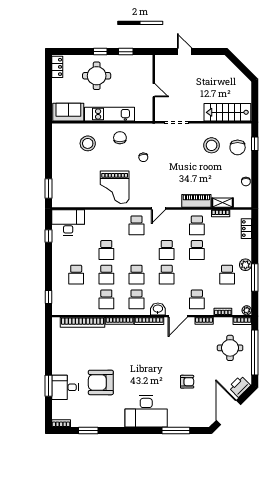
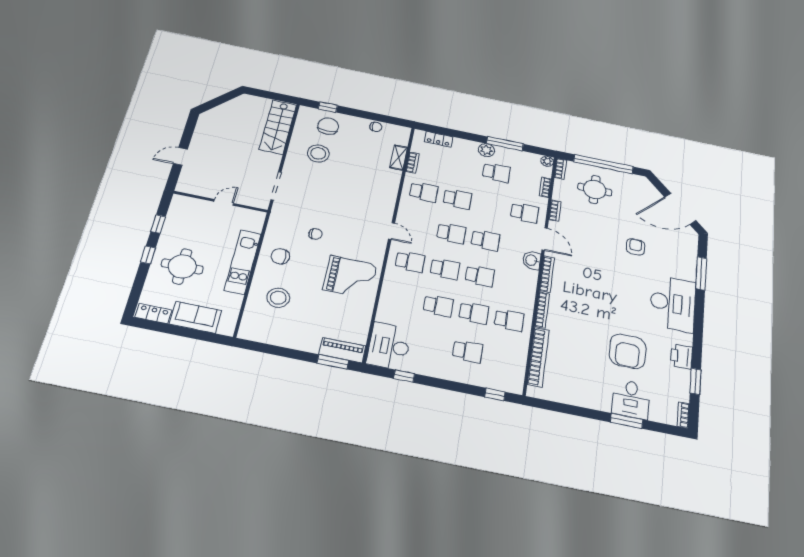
sofa: (68, 112) -> (196, 317), moved, turned 90
chair: (238, 147) -> (328, 126), turned -90
piano: (196, 201) -> (342, 350), moved, turned 90
school desk: (137, 299) -> (445, 269), moved
printer: (240, 386) -> (681, 356), moved, turned 45

